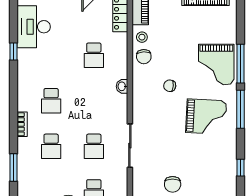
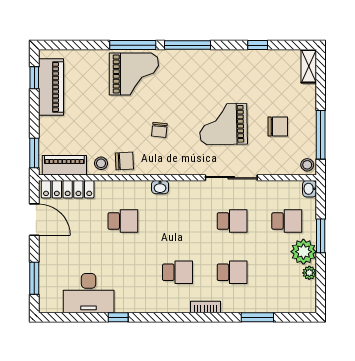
grand piano: (206, 117) -> (223, 124), moved, turned -94

